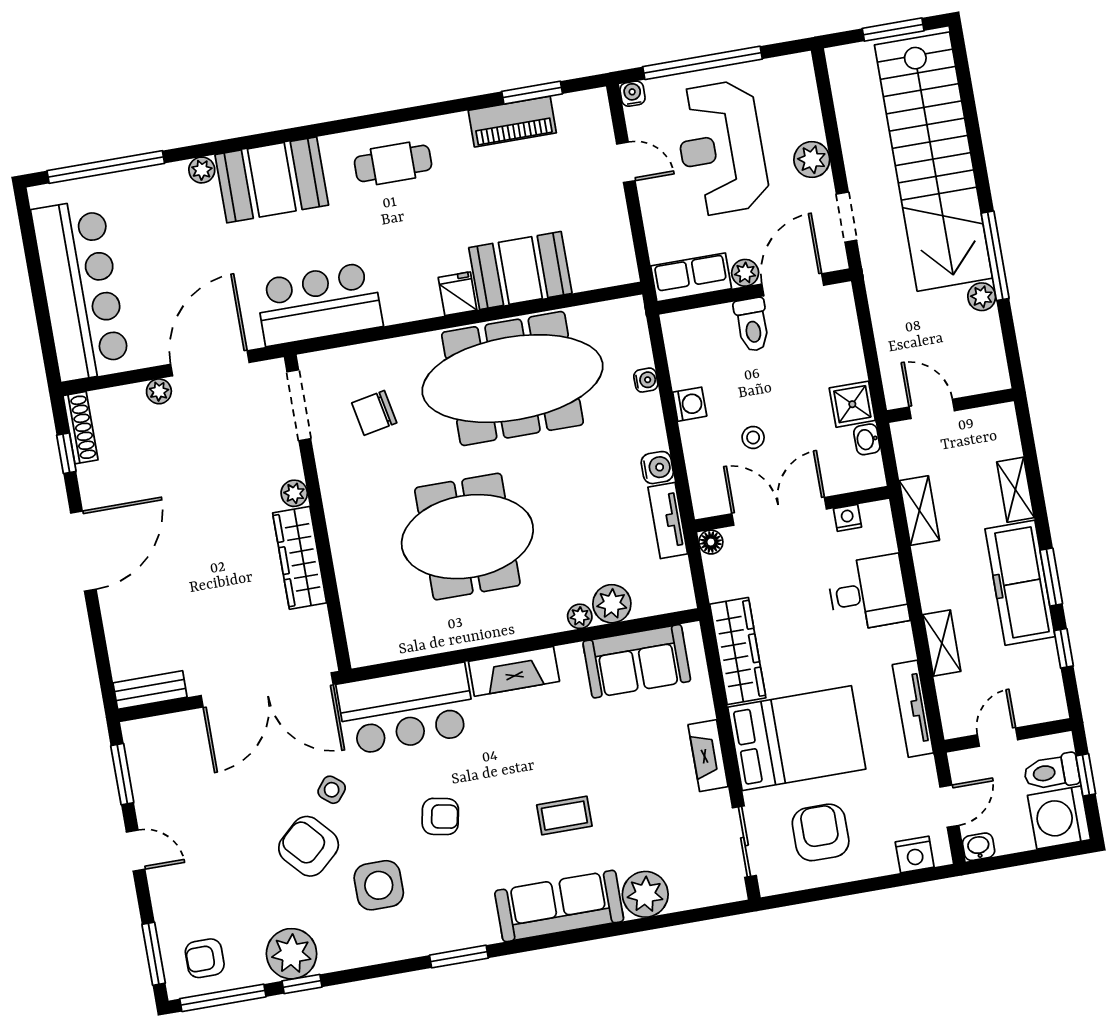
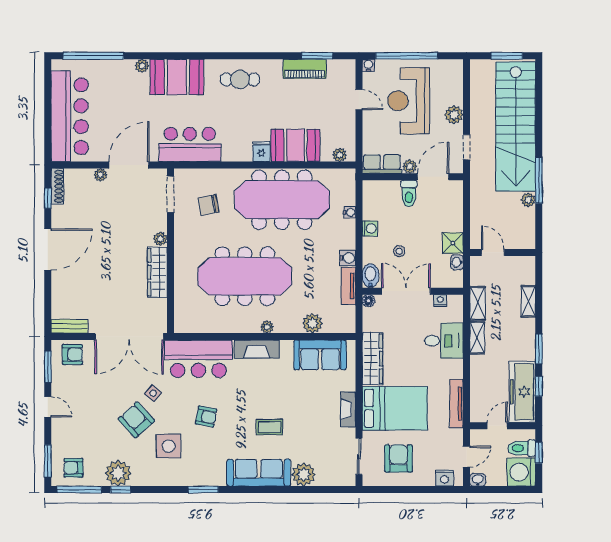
plant: (607, 274) -> (340, 155), added
bidet: (707, 494) -> (371, 276), added
meeting table: (467, 537) -> (245, 276), width x1.36
freezer: (1020, 583) -> (522, 392), moved
plant: (580, 616) -> (267, 327), moved
shelving: (942, 643) -> (477, 338), moved
armchair: (165, 743) -> (72, 354), added

